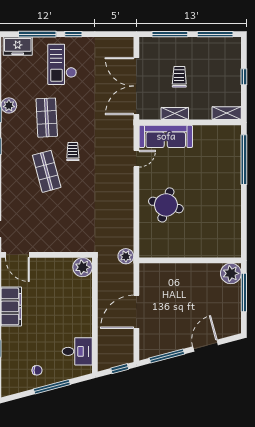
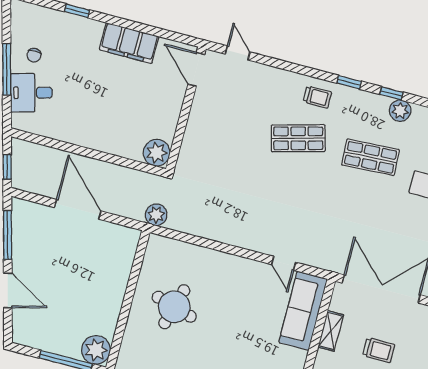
trolley: (73, 151) -> (317, 97), moved
round table: (166, 205) -> (174, 307), moved
door: (17, 255) -> (196, 69), hinge flipped
desk: (77, 351) -> (31, 93), moved, turned 75

